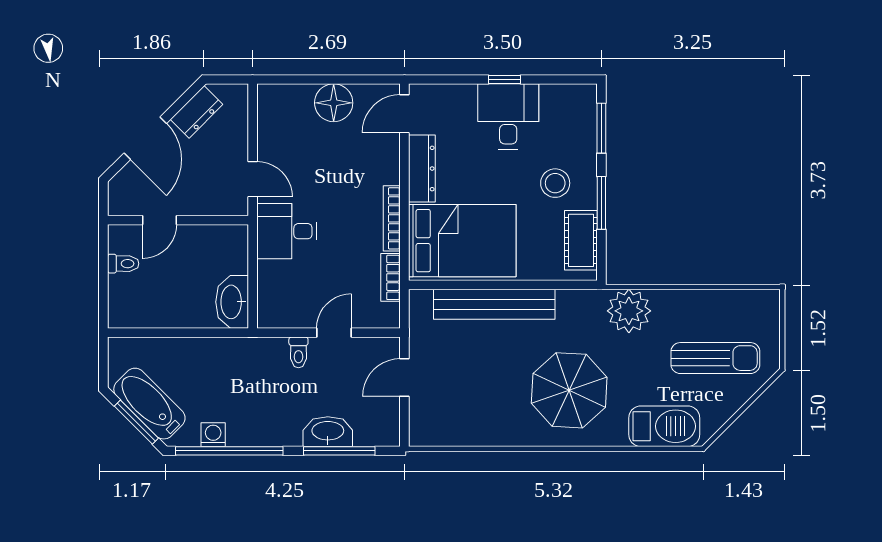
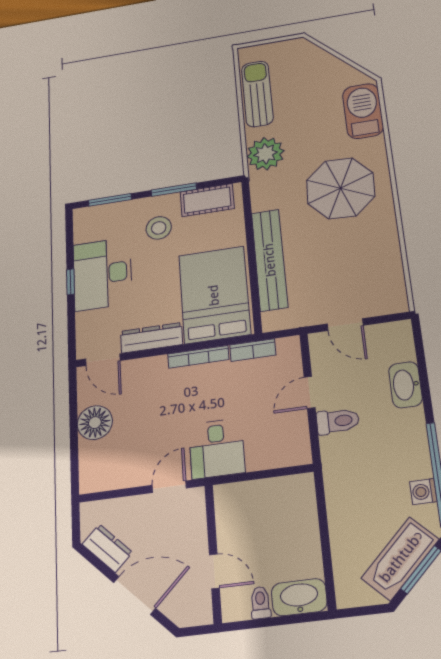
desk: (508, 117) -> (102, 274), width x1.37
washbasin: (232, 302) -> (299, 597), moved, turned 180
door: (334, 333) -> (310, 392), hinge flipped
toilet: (298, 352) -> (338, 421), width x1.37, depth x1.39
sun lounger: (715, 358) -> (257, 94), moved
window: (339, 451) -> (423, 372), removed

